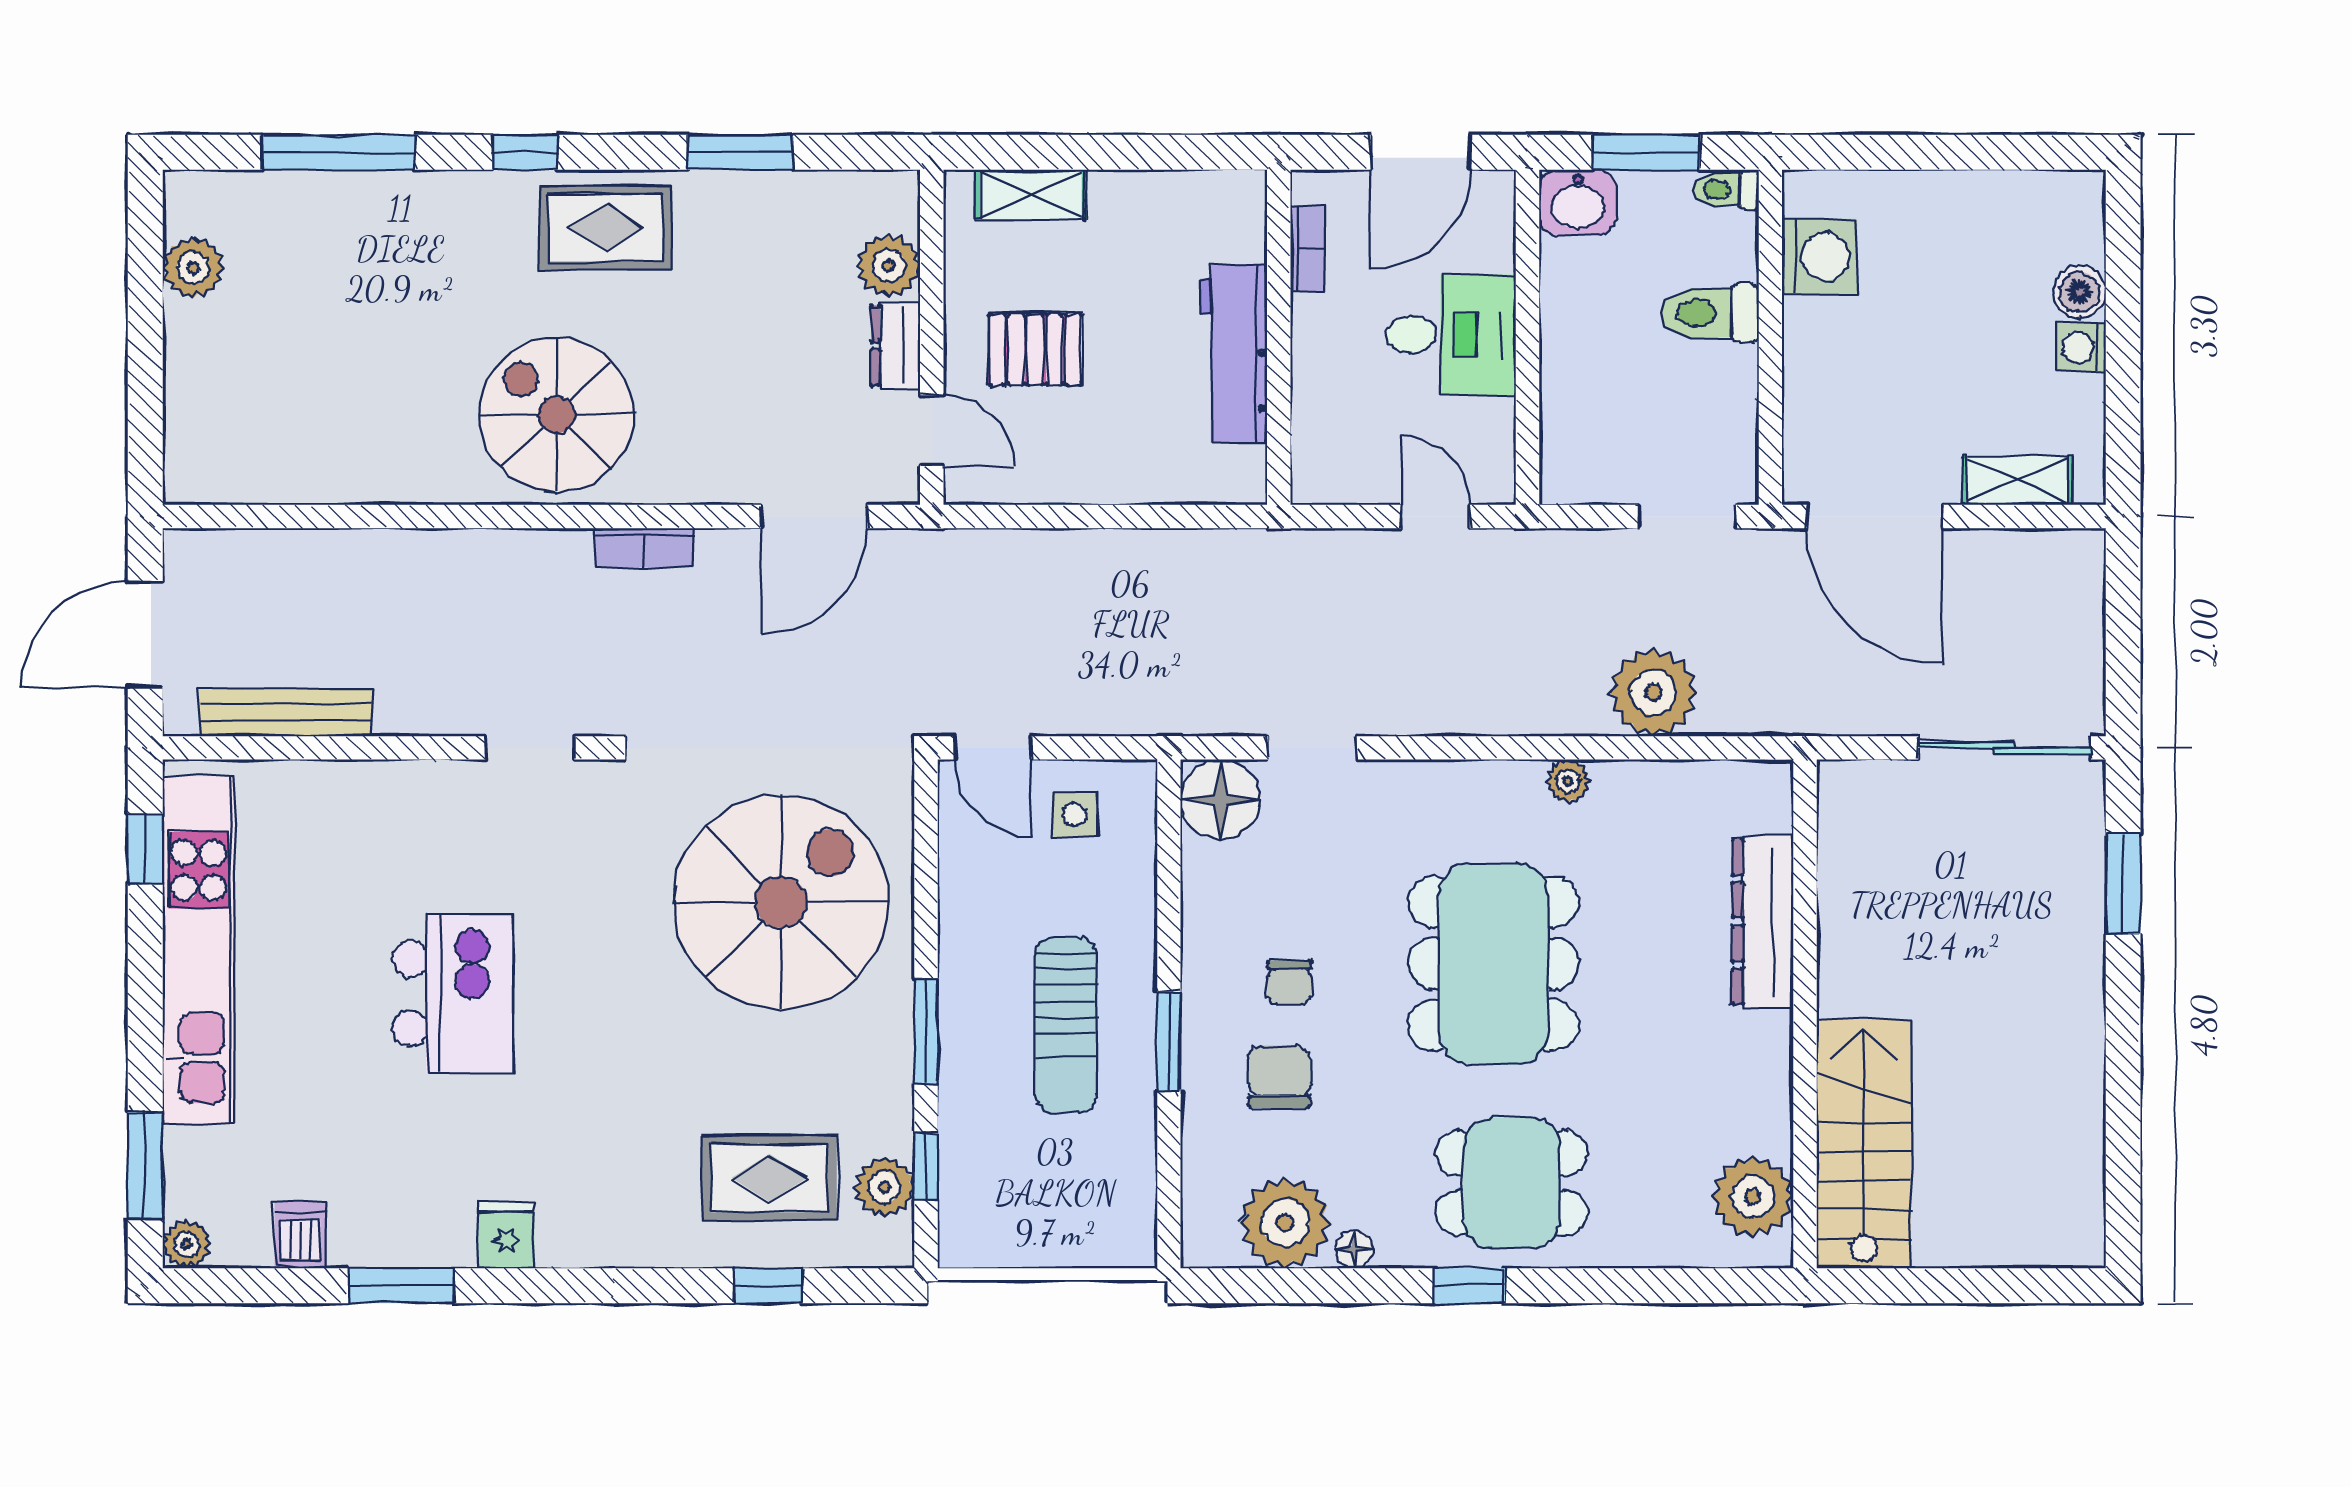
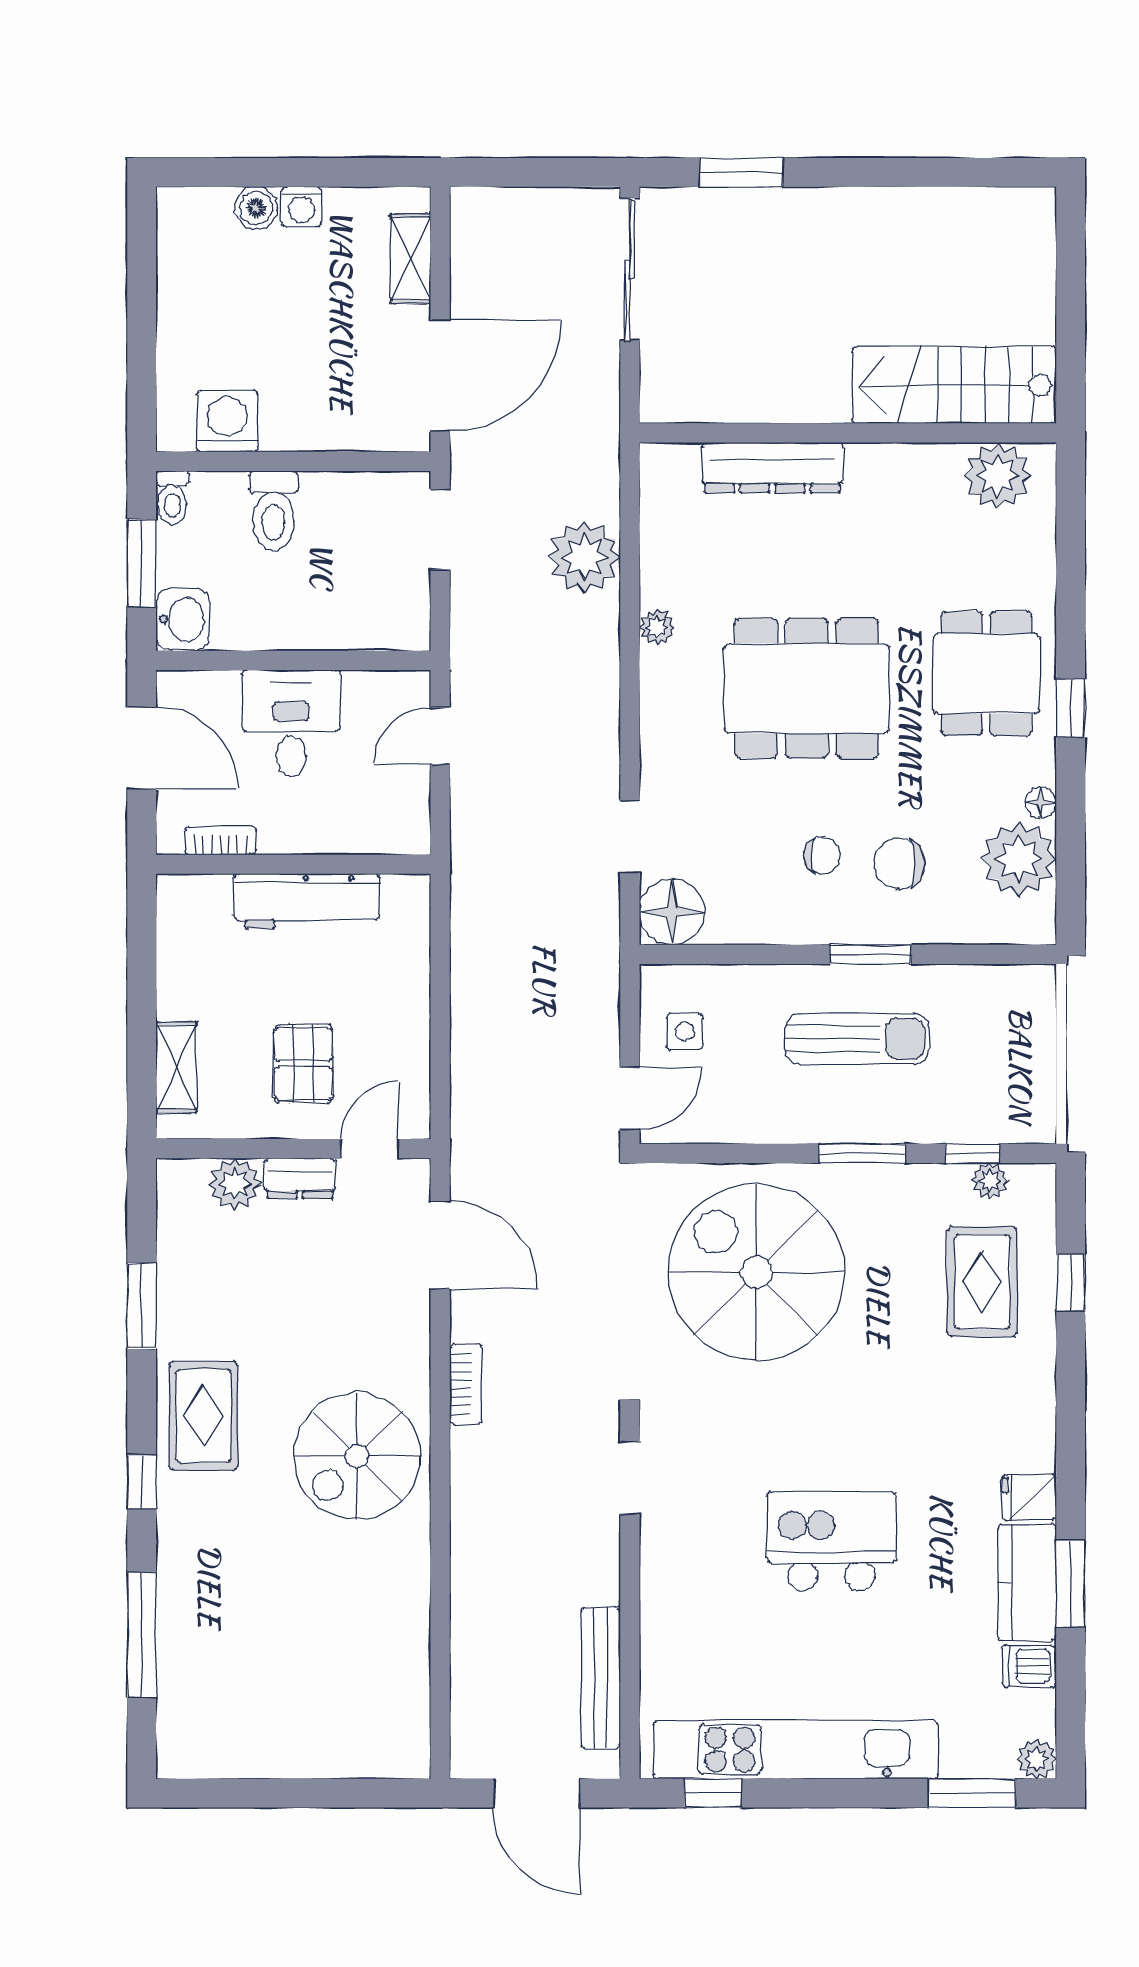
plant: (193, 268) -> (236, 1754), removed
plant: (885, 1187) -> (990, 1181), width x0.73, depth x0.73
kitchen counter: (402, 1233) -> (1027, 1582), added

